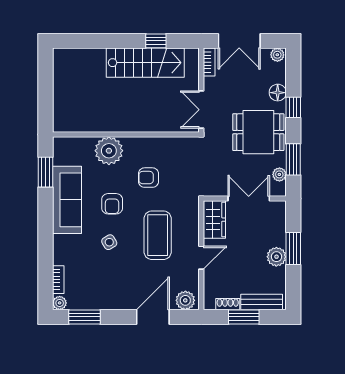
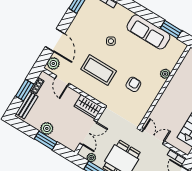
plant: (109, 151) -> (165, 74), width x0.53, depth x0.53
armchair: (112, 204) -> (131, 55), removed
door: (201, 258) -> (62, 81), moved

